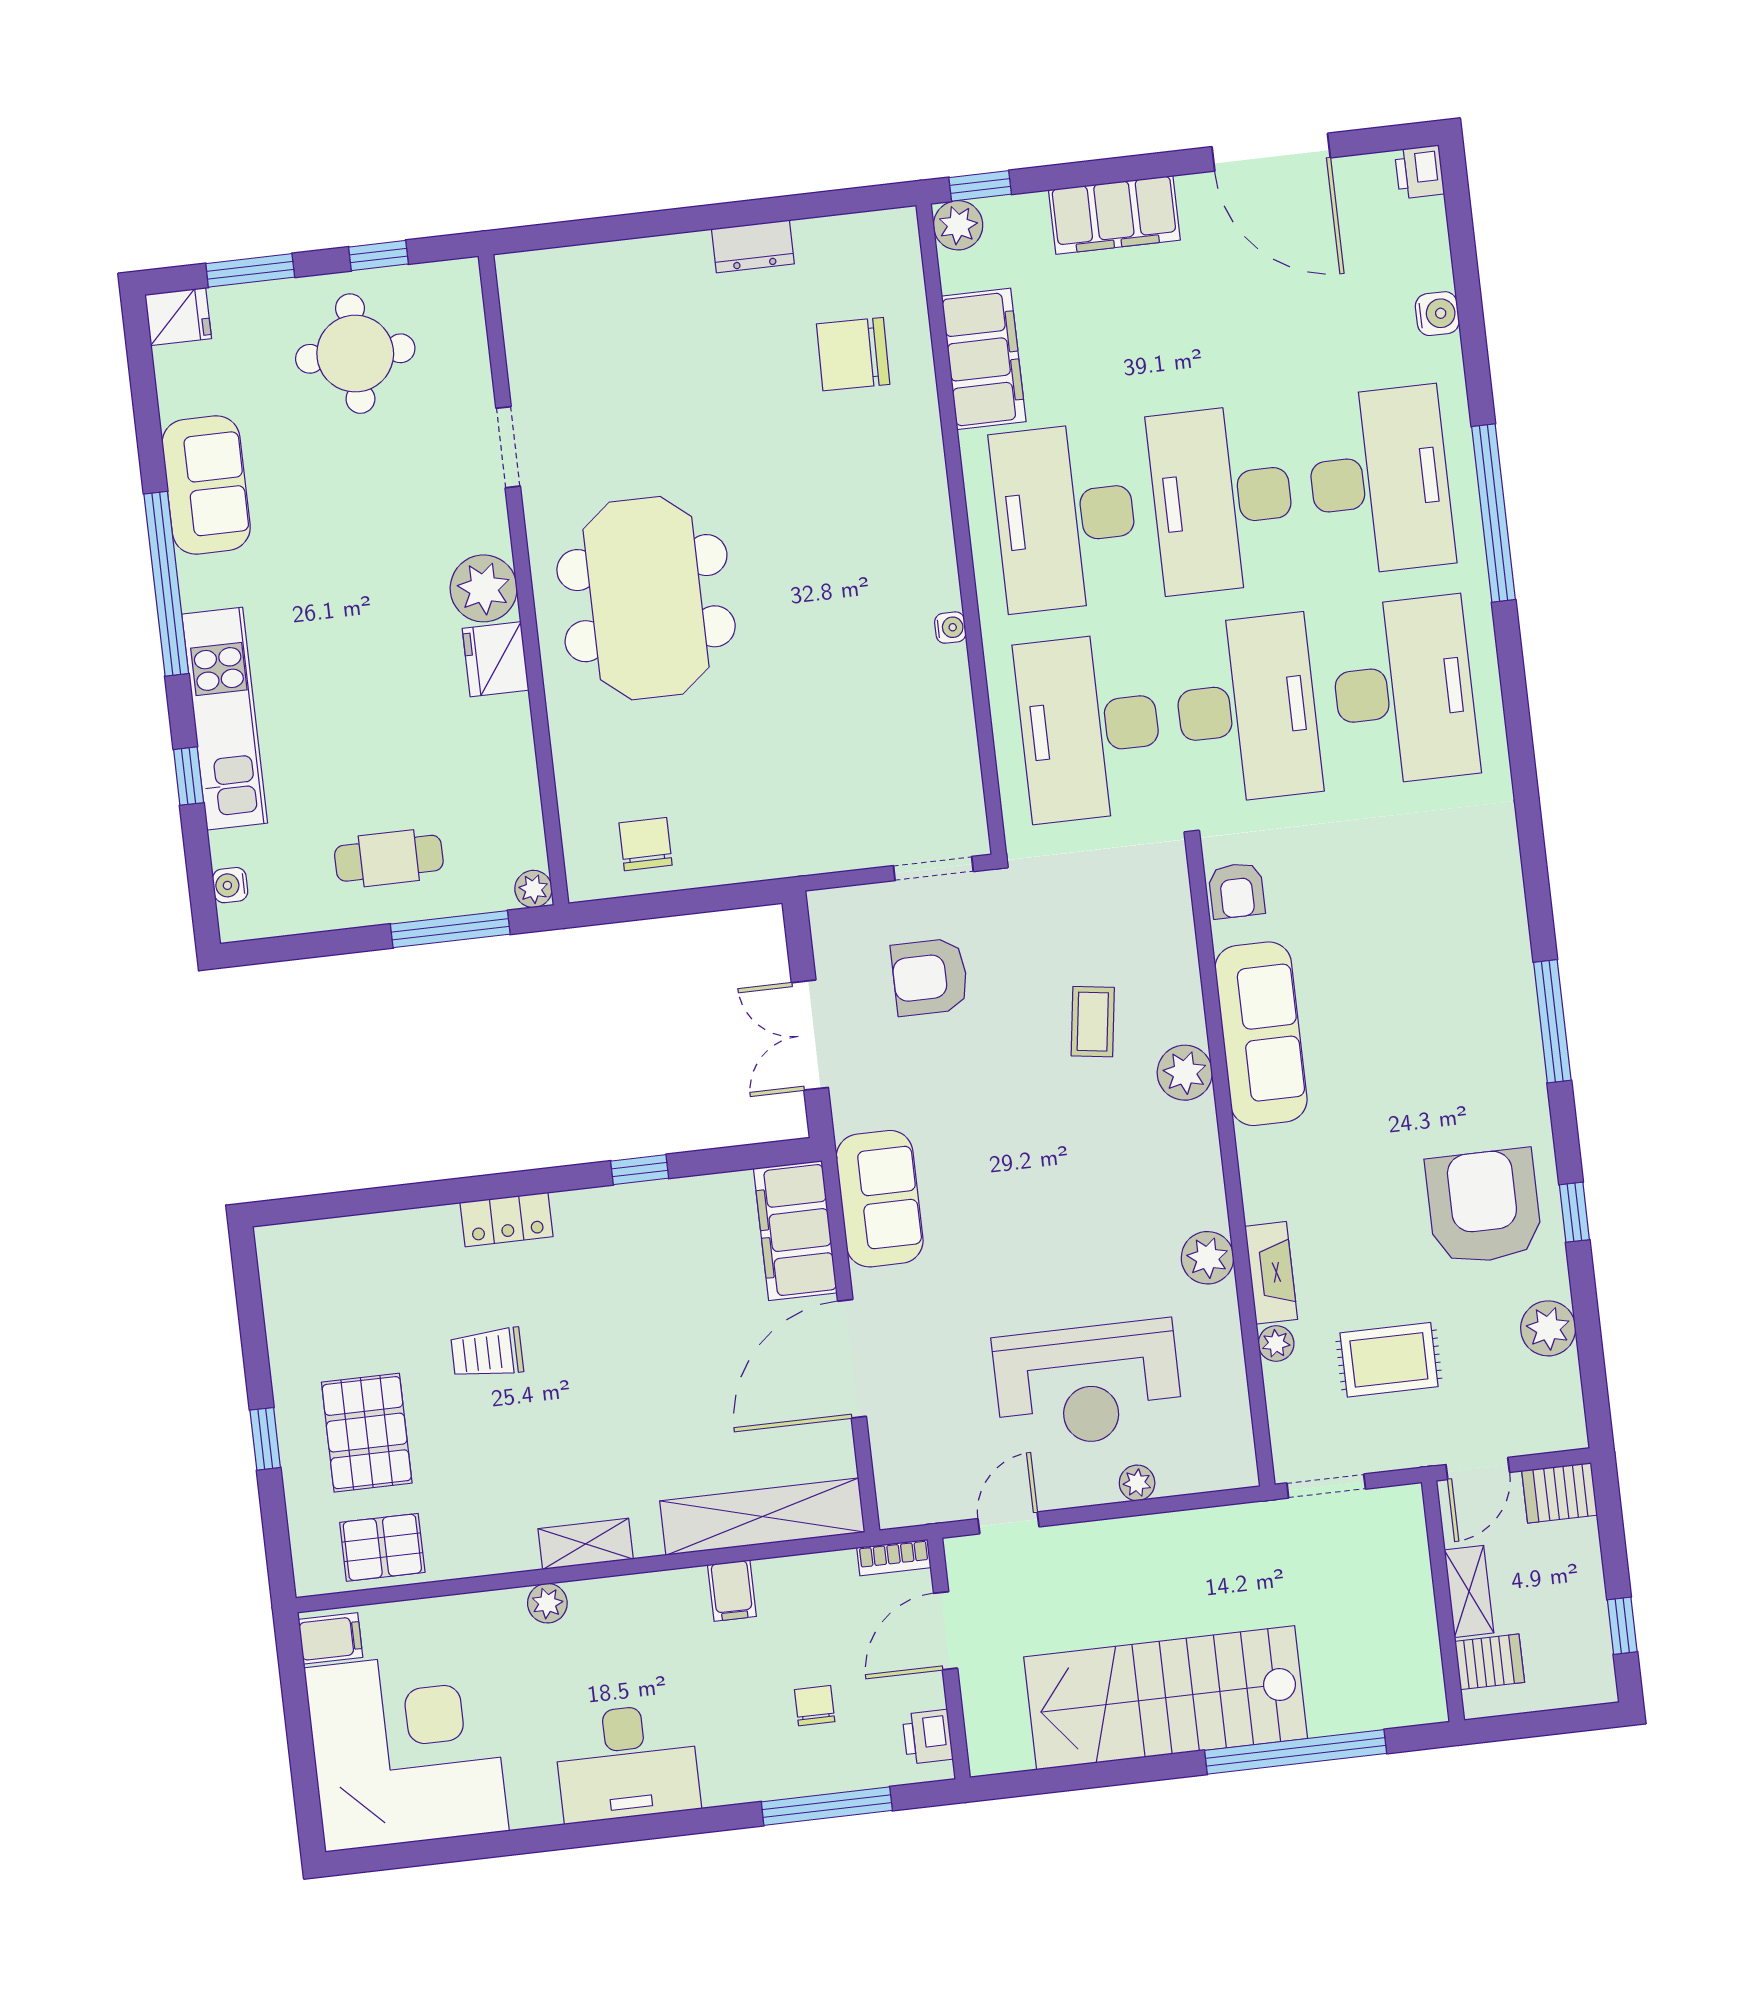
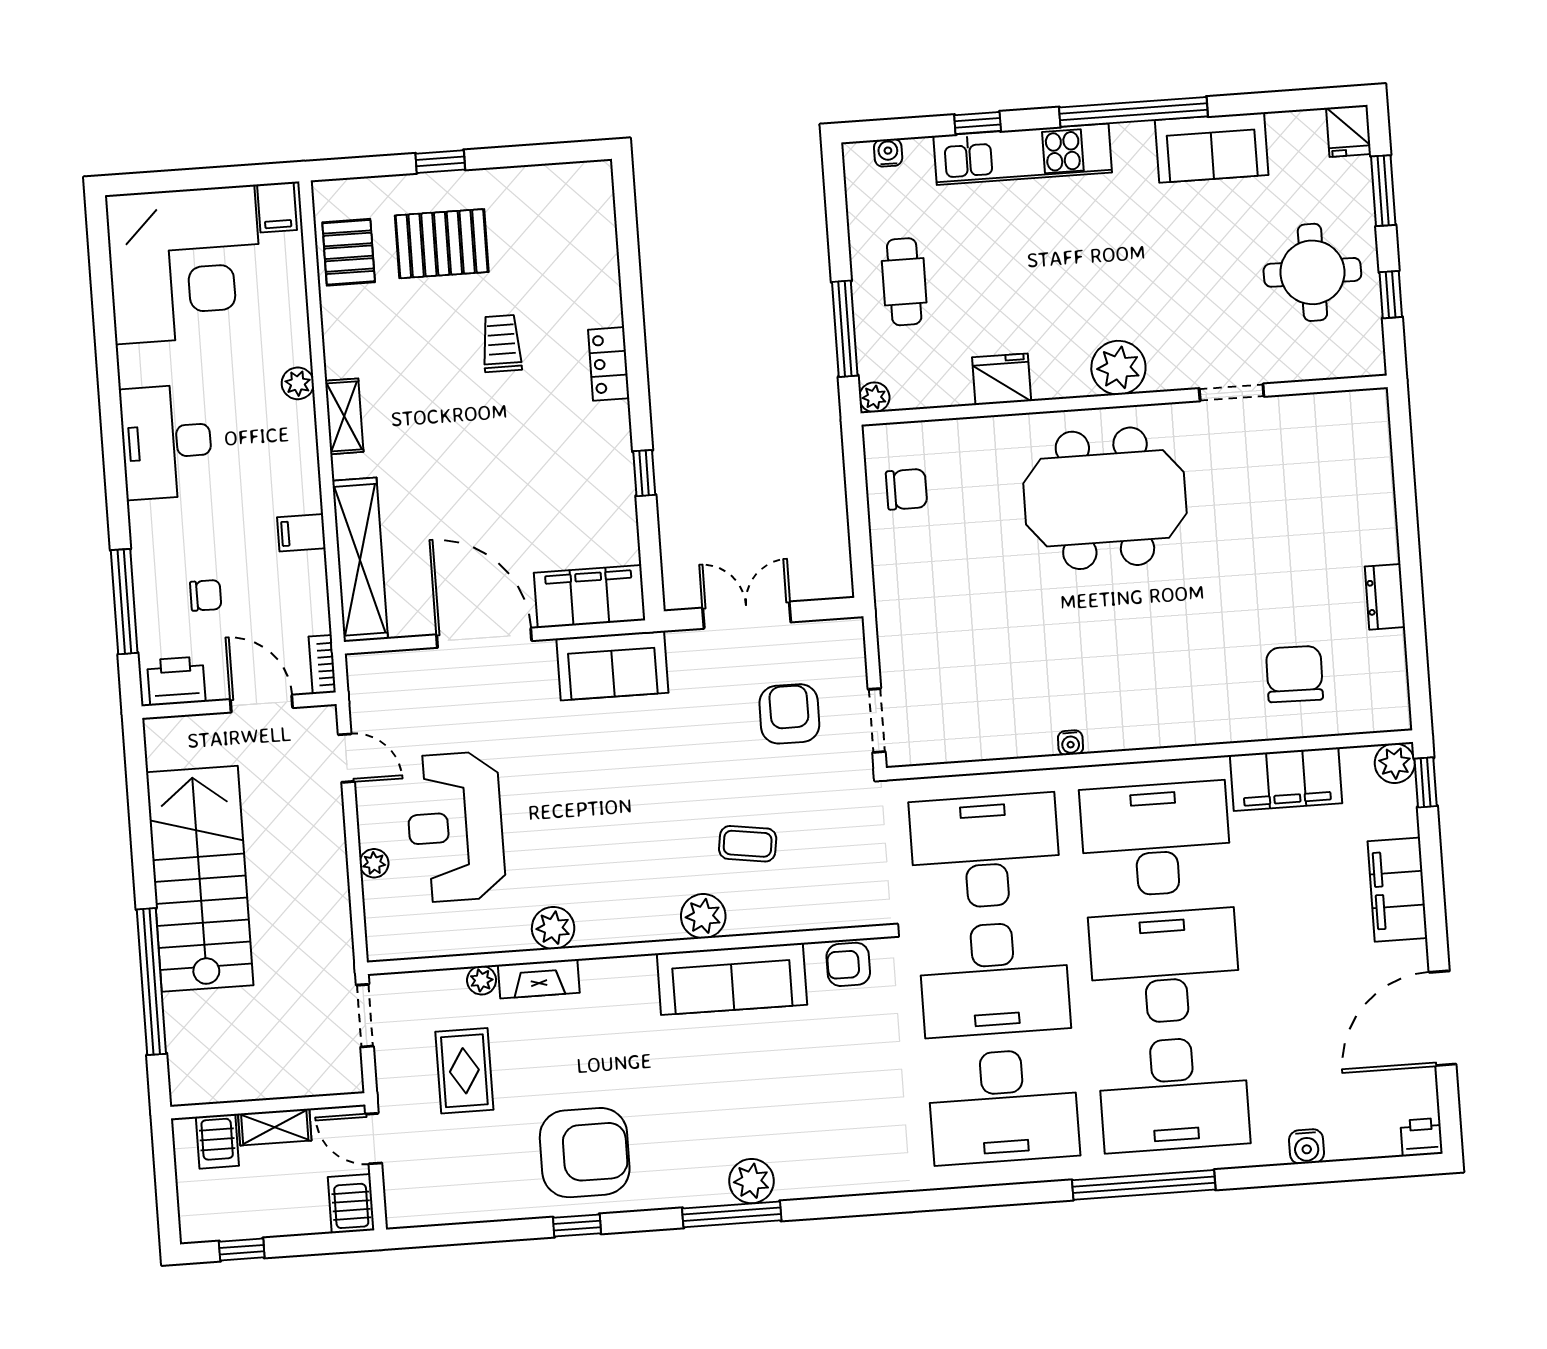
fridge: (496, 659) -> (1002, 379), moved
plant: (1548, 1328) -> (751, 1181), moved
printer: (928, 1737) -> (176, 681), width x1.36, depth x1.24

